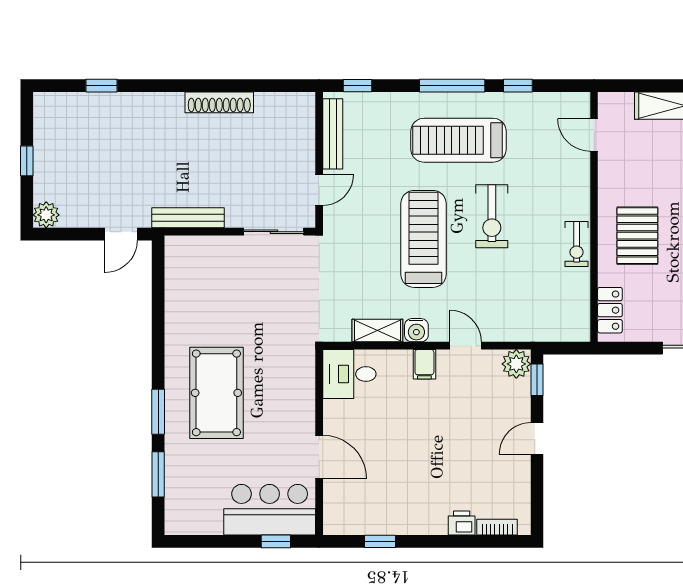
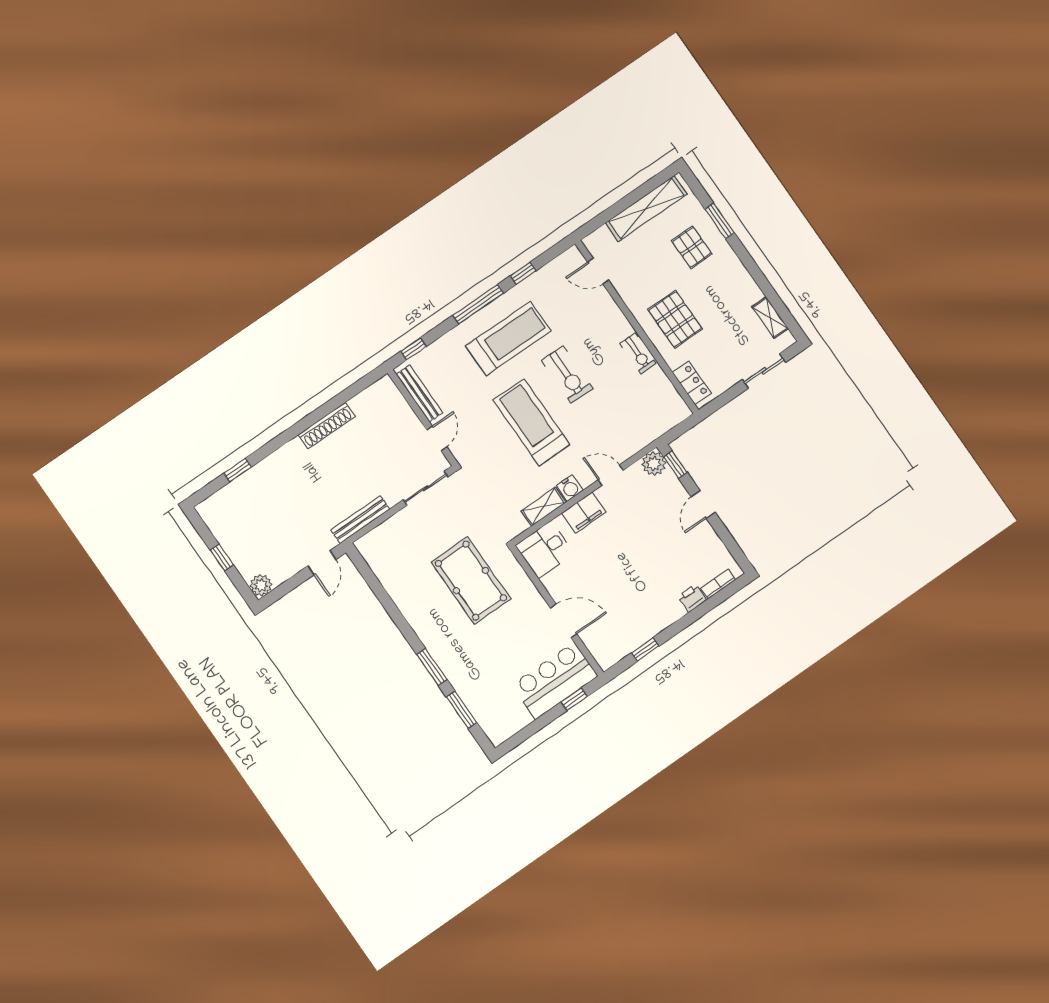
treadmill: (458, 140) -> (508, 338), turned 180
filing cabinet: (424, 364) -> (584, 513), width x2.00
pool table: (216, 393) -> (471, 581), moved

